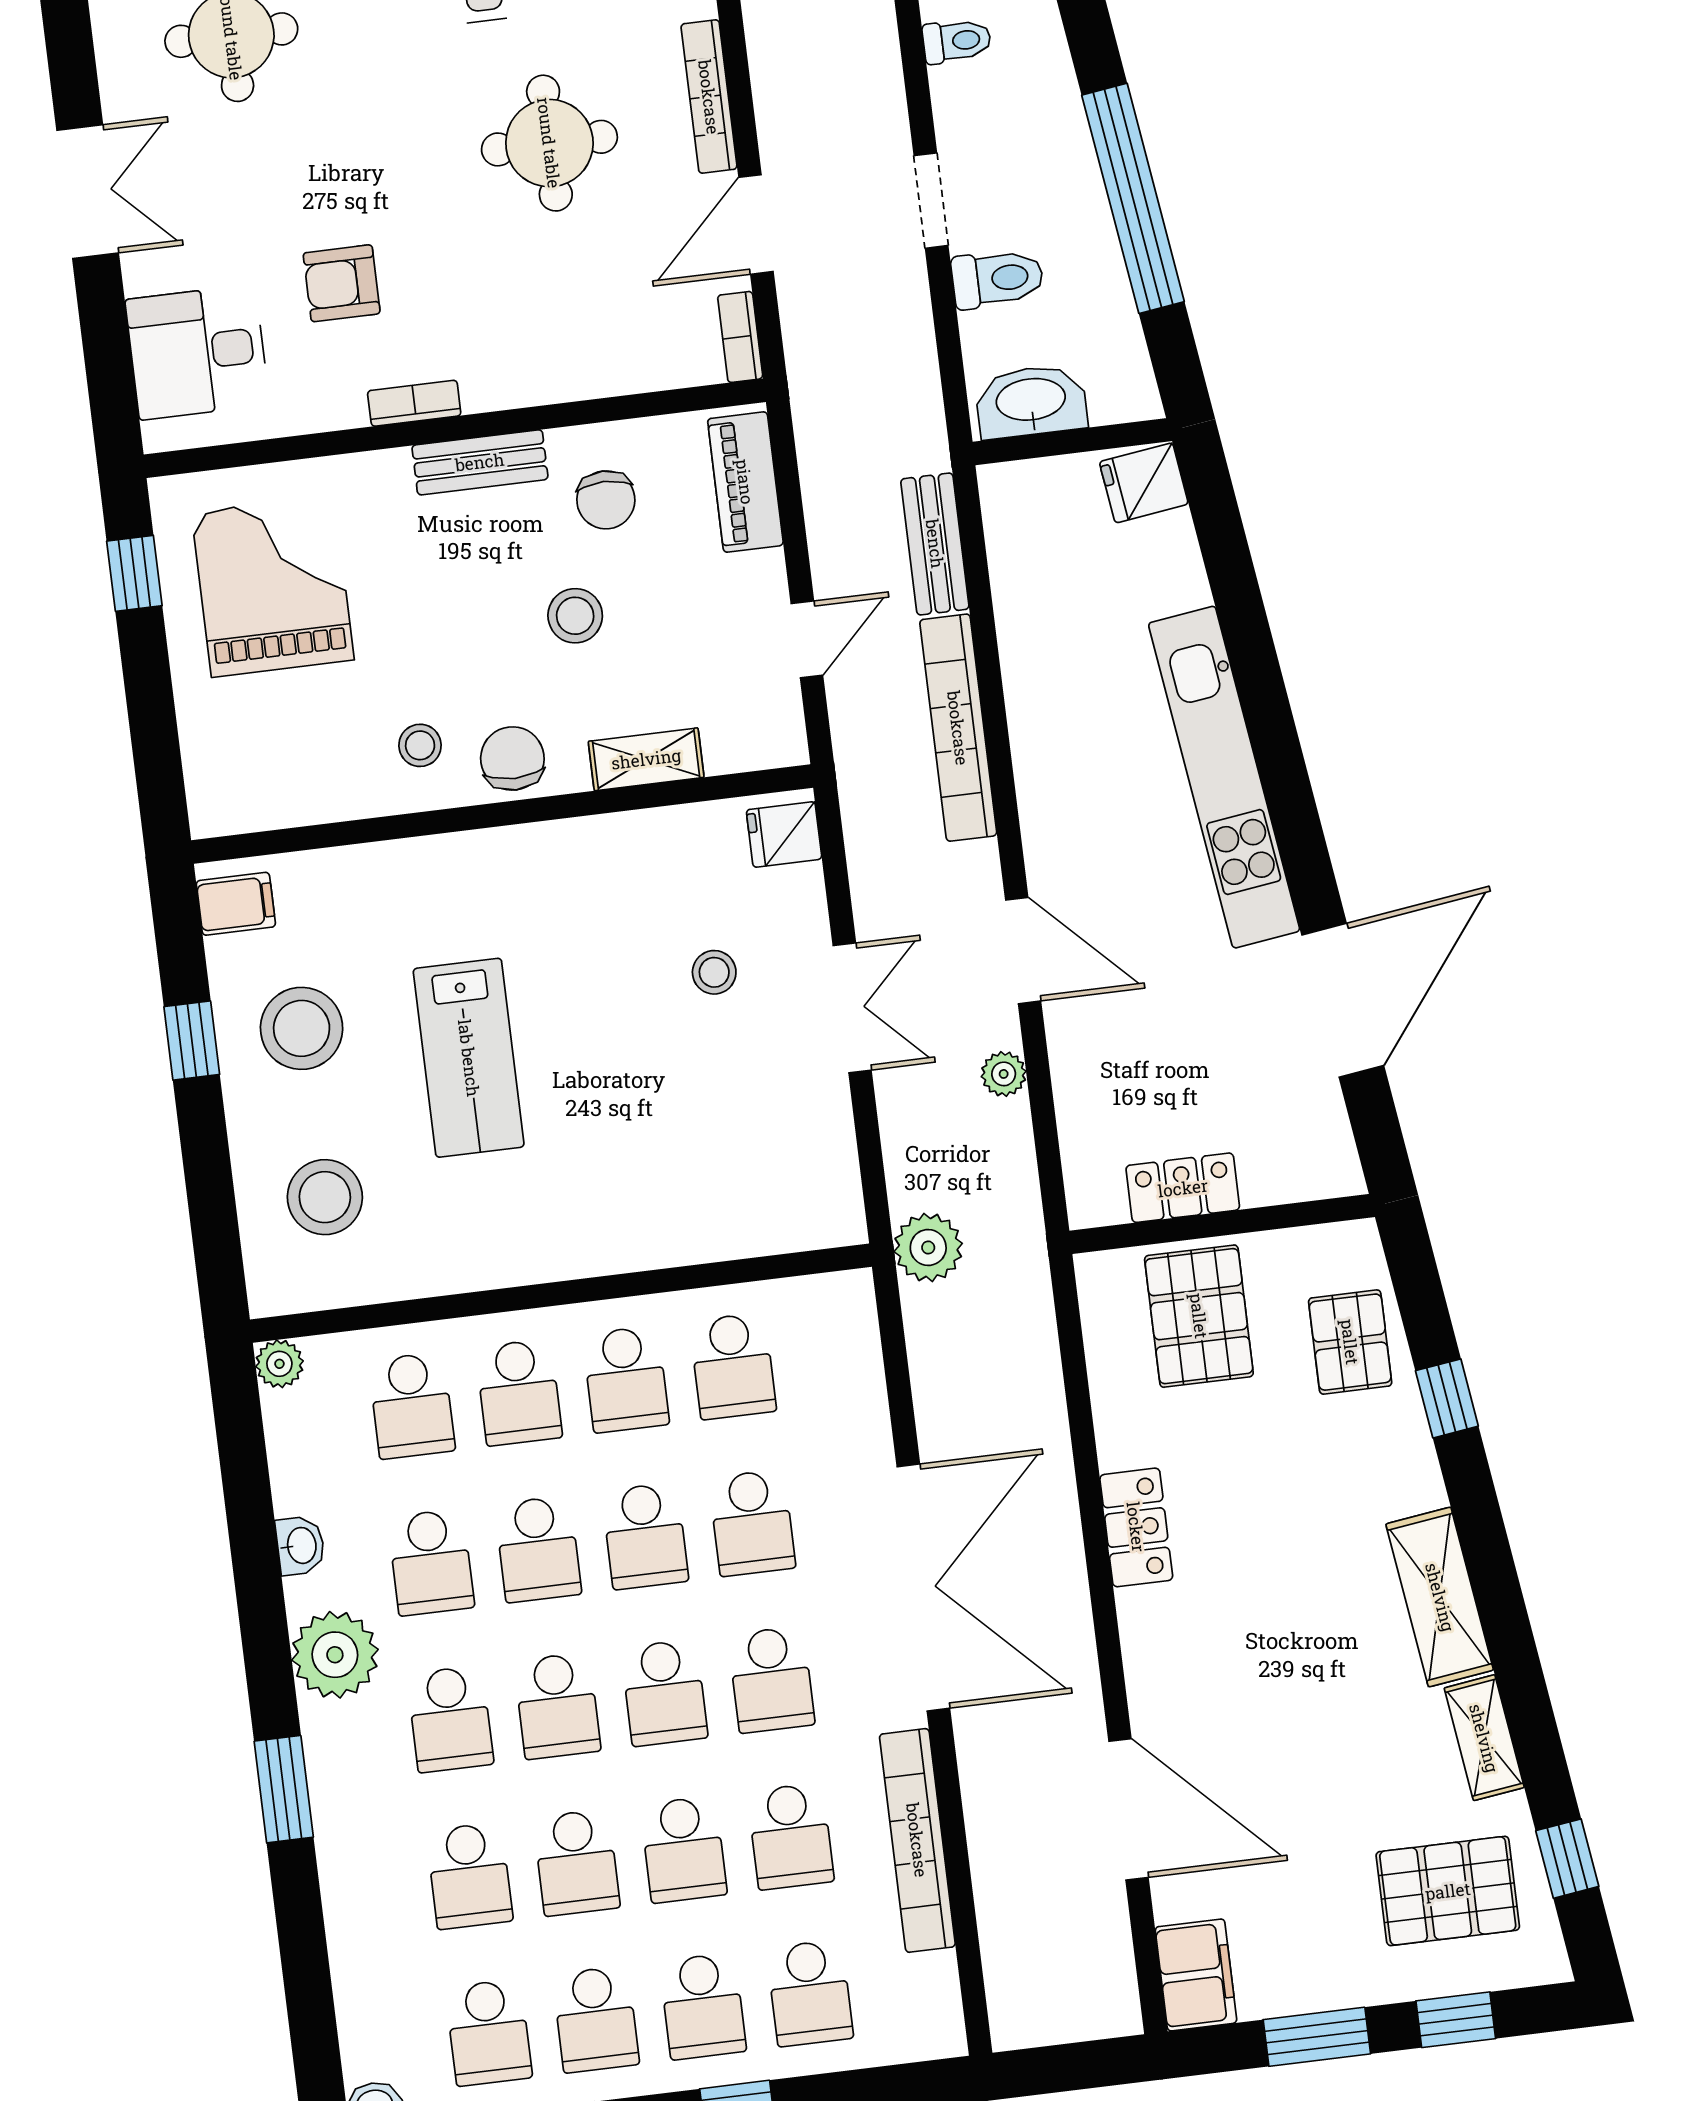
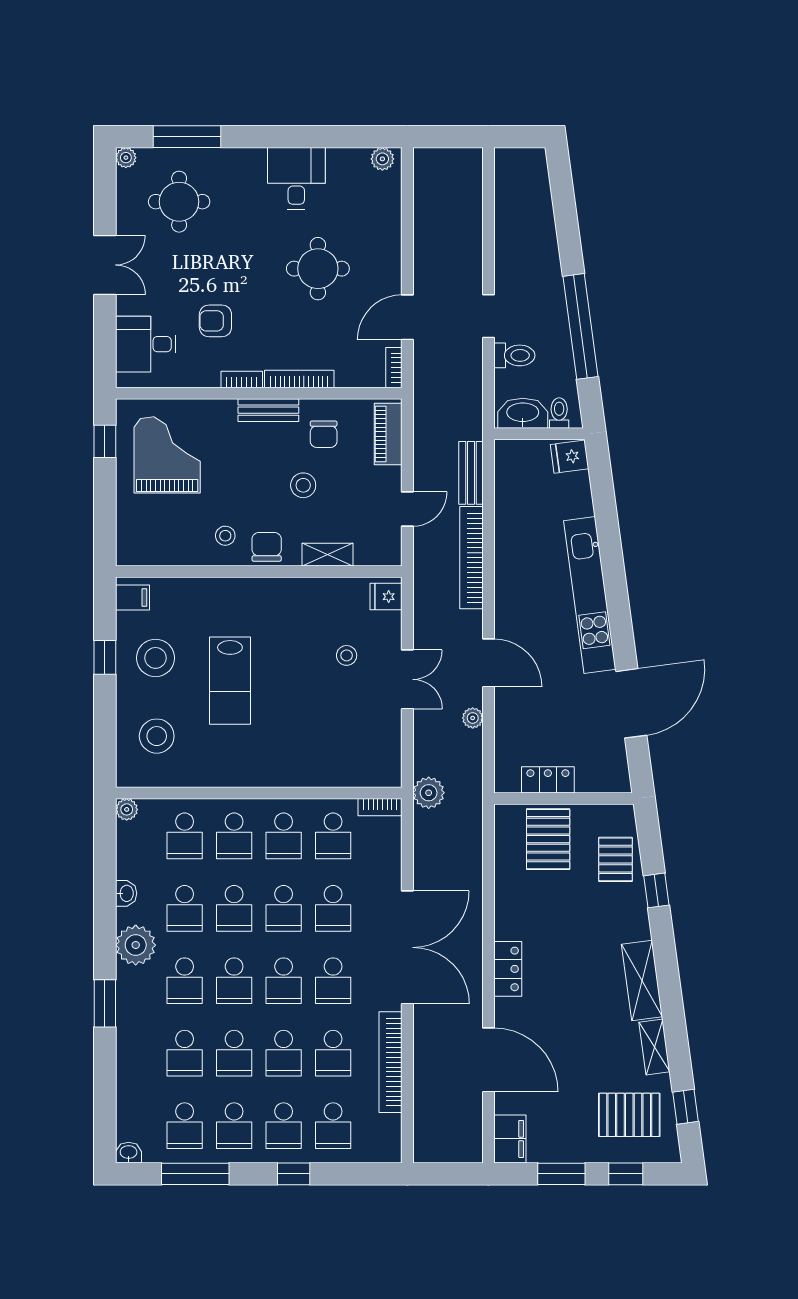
toilet: (957, 41) -> (559, 413), moved, turned -90
bookcase: (709, 97) -> (299, 379), moved, turned 90
bookcase: (827, 1292) -> (380, 807), added
locker: (1136, 1527) -> (508, 969), moved

